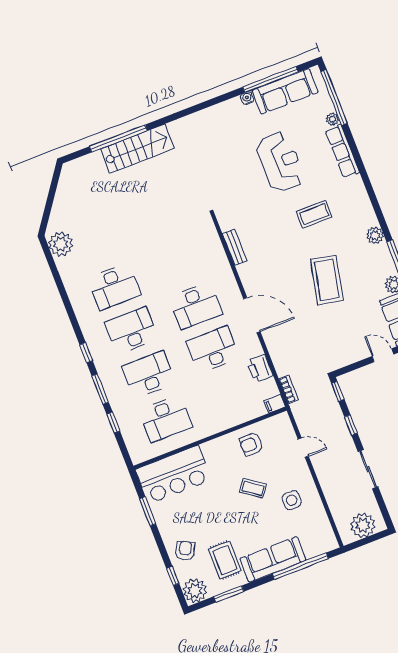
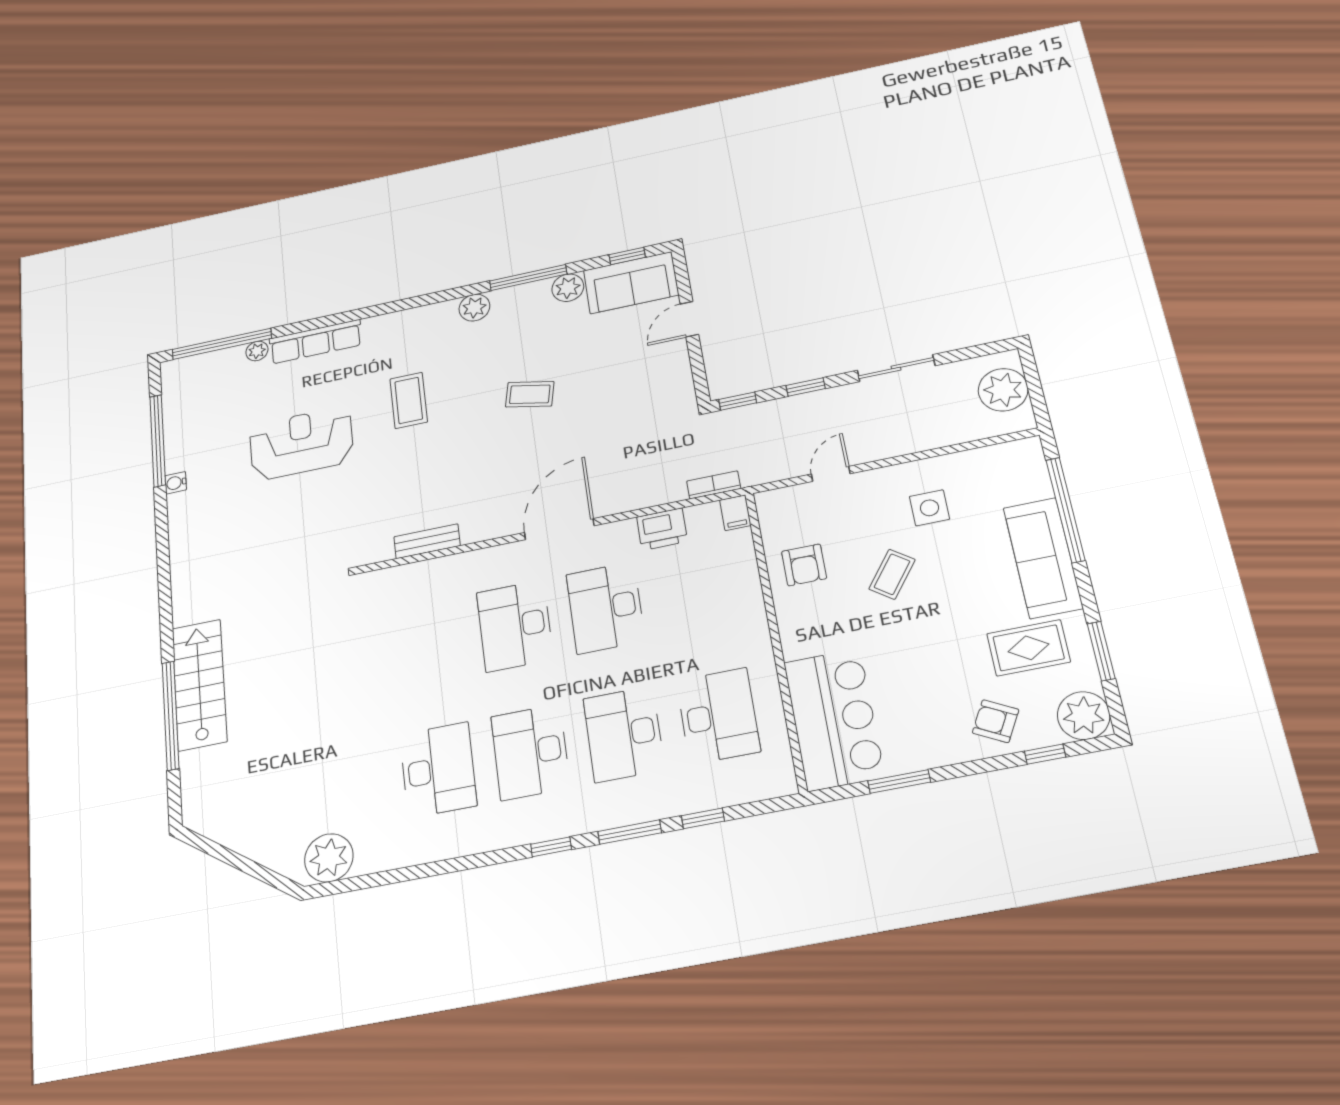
sofa: (285, 91) -> (185, 420), removed
coffee table: (327, 280) -> (530, 394), width x0.54, depth x0.58
desk: (196, 306) -> (515, 626), turned 180

